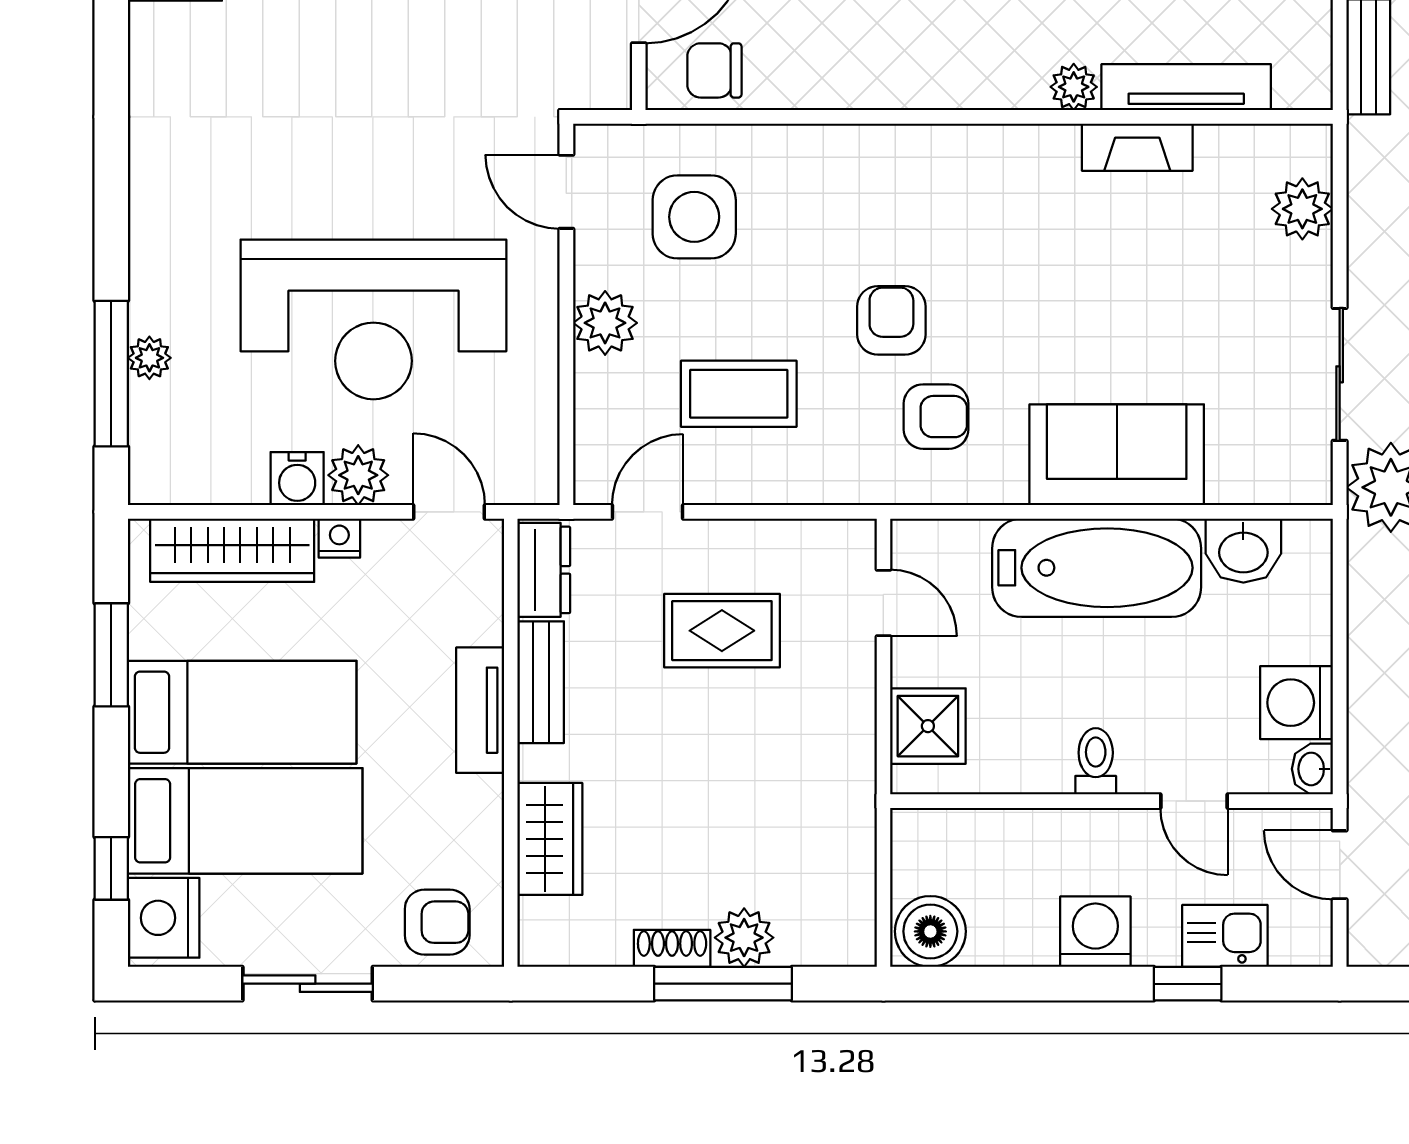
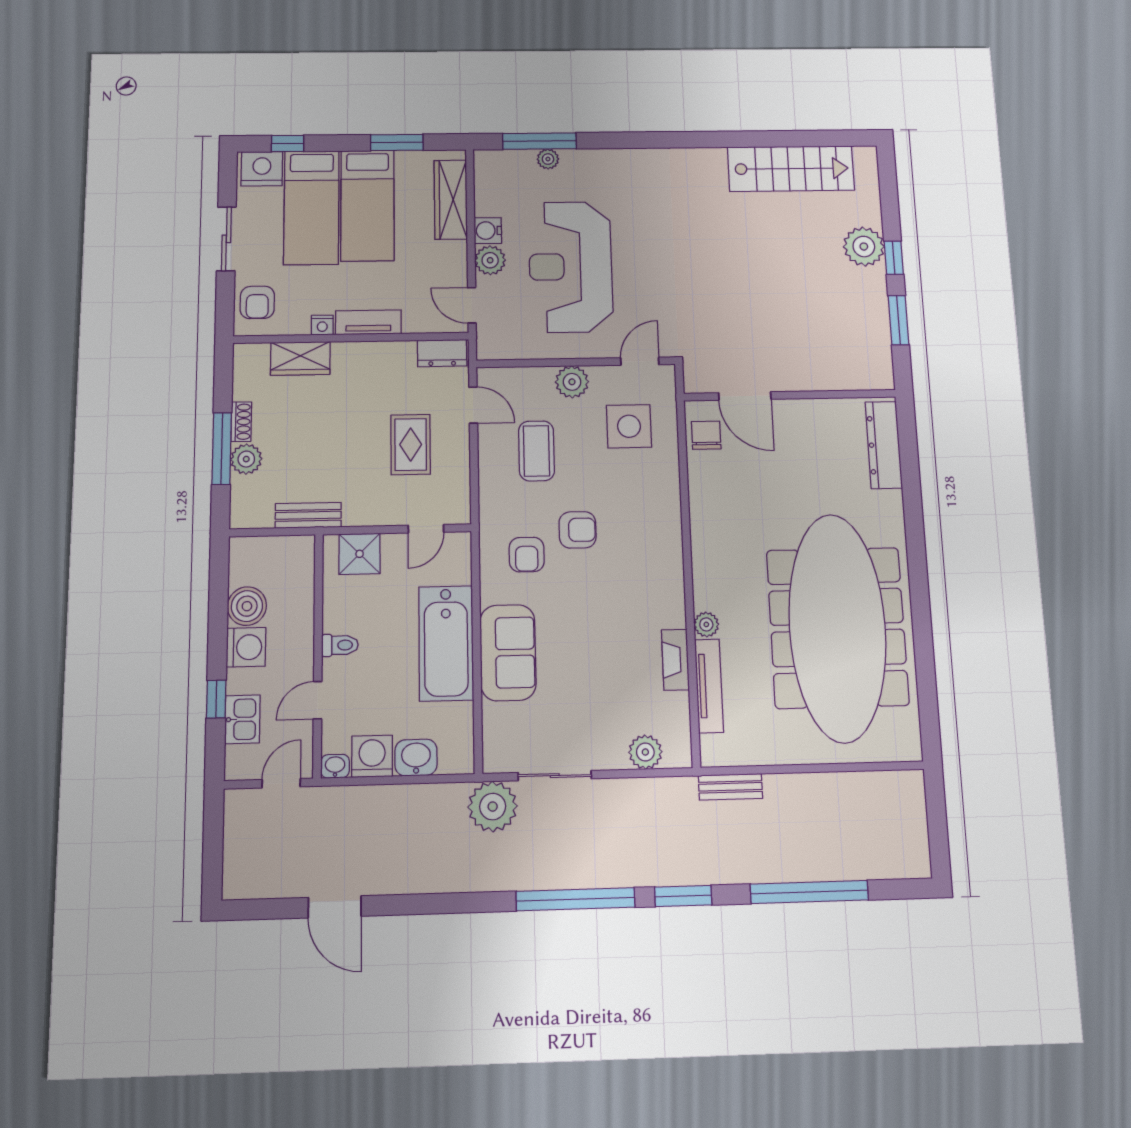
door: (449, 512) -> (472, 305), swing flipped
nightstand: (339, 538) -> (322, 325), moved, turned 90
washbasin: (1243, 551) -> (416, 758), moved, turned 90
bench: (541, 682) -> (308, 515), moved
boiler: (930, 931) -> (247, 606), moved

